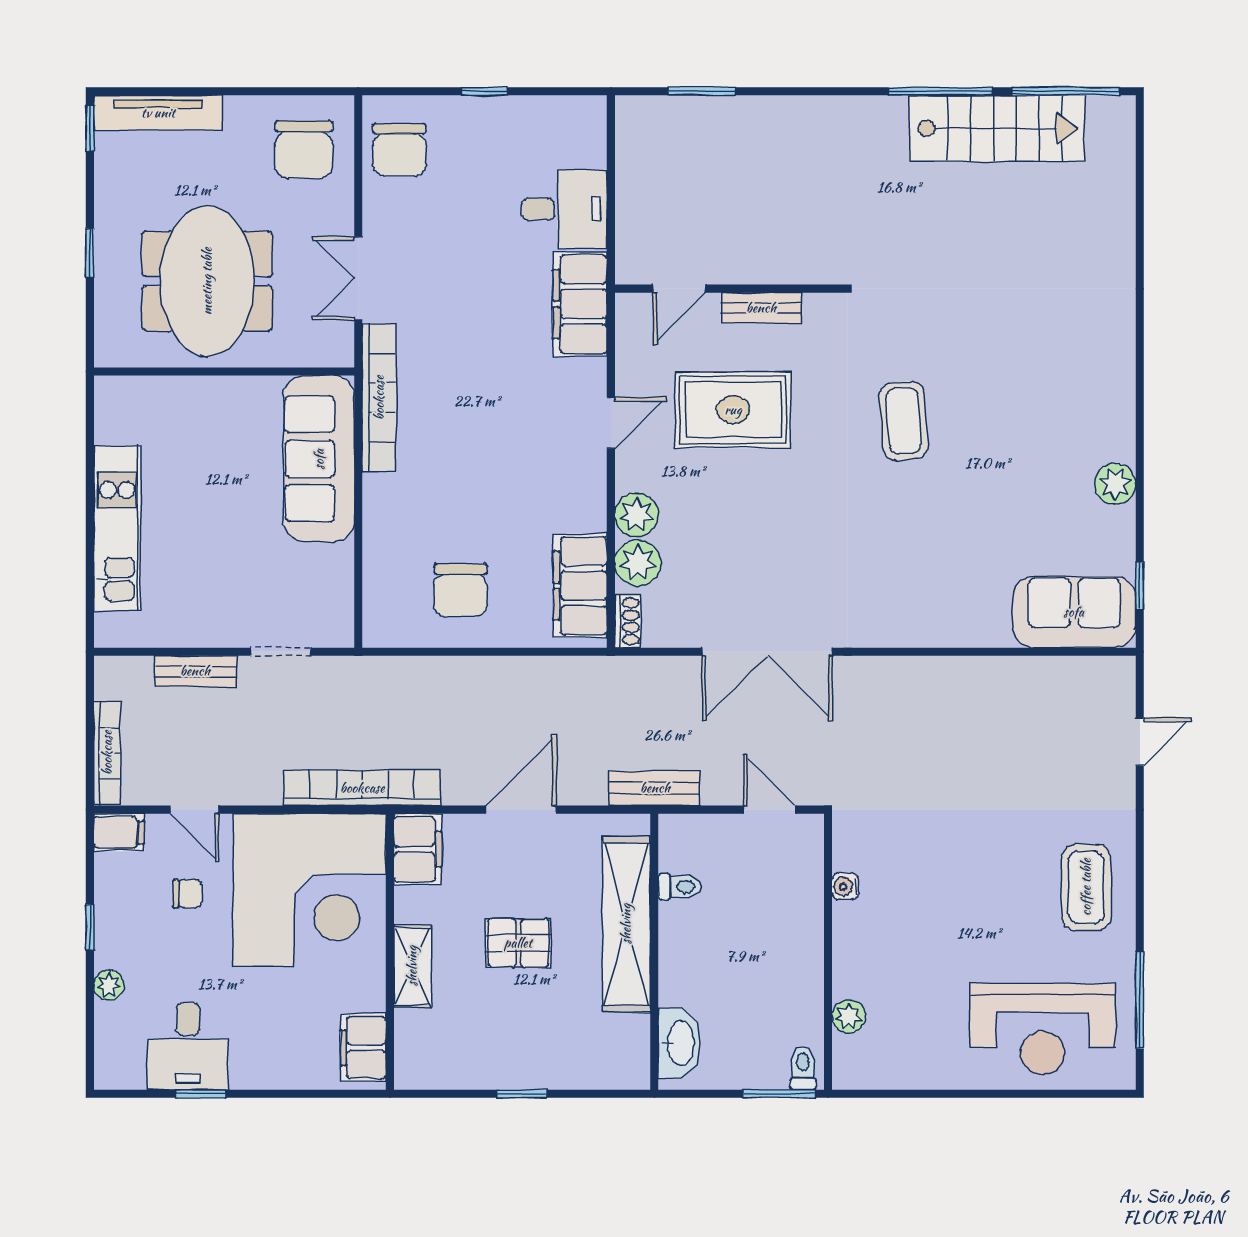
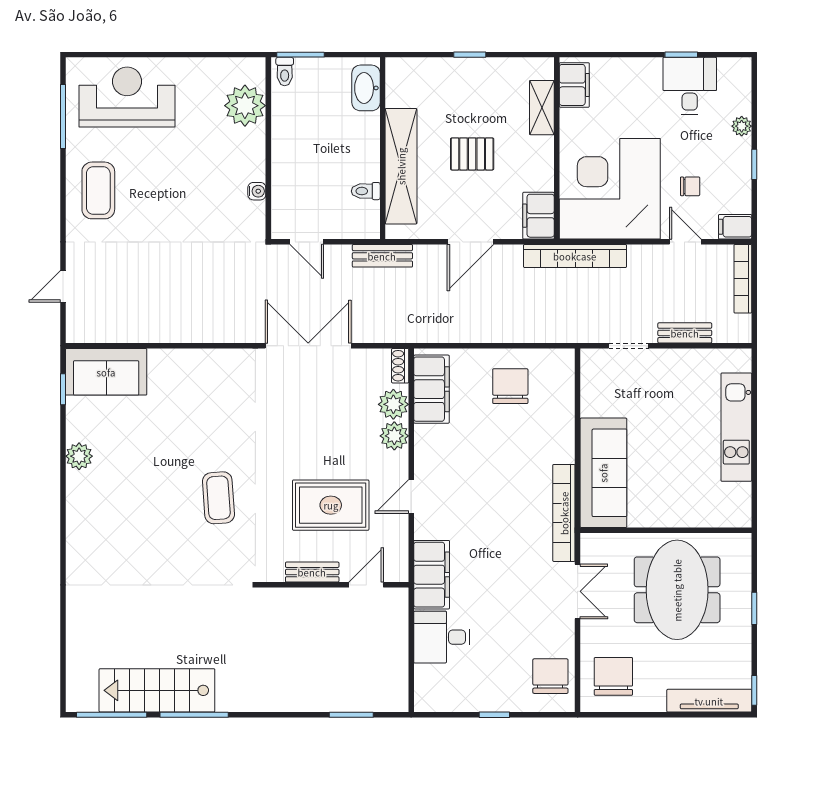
chair: (187, 894) -> (690, 186), turned 180
shelving: (412, 966) -> (542, 108), moved
plant: (849, 1016) -> (245, 106), width x1.87, depth x1.87

